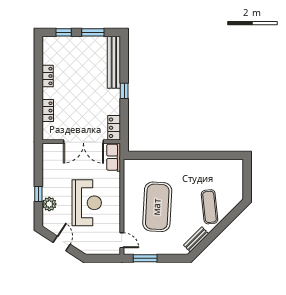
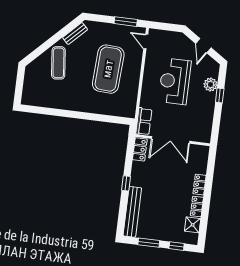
shower: (50, 56) -> (193, 225), added
locker: (48, 111) -> (200, 185), moved
double door: (83, 142) -> (171, 140), swing flipped

